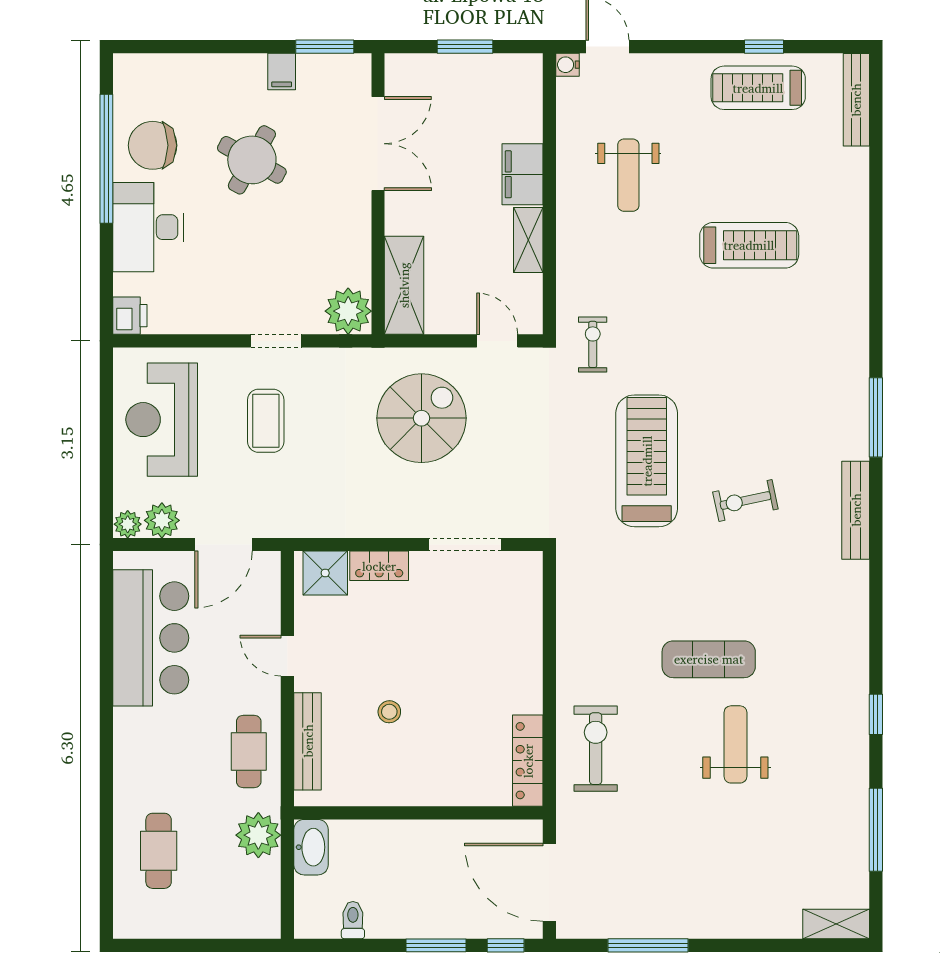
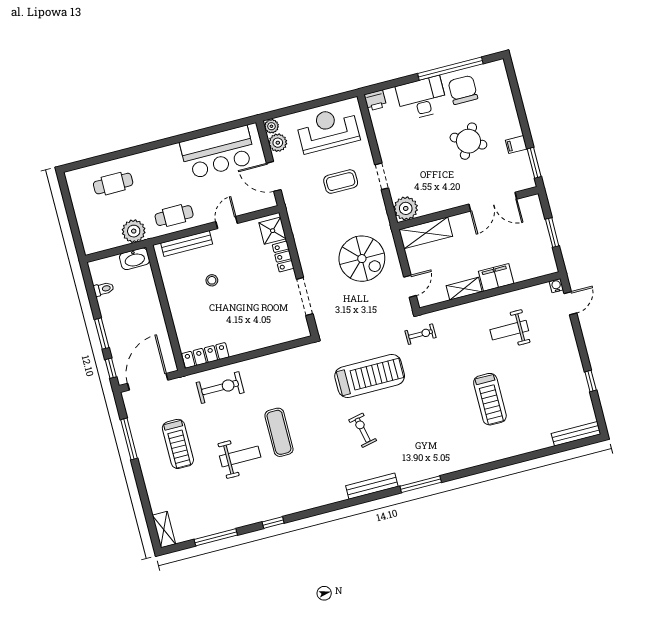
treadmill: (758, 88) -> (178, 444), moved, turned 180

